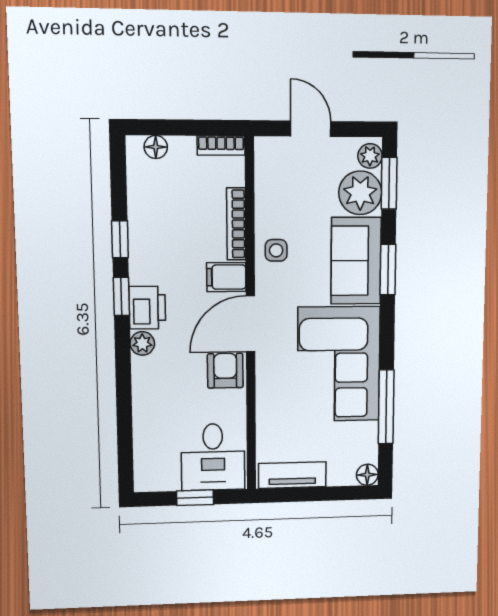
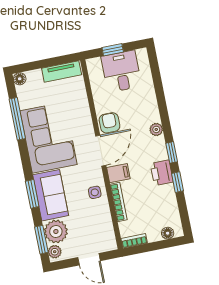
printer: (147, 308) -> (162, 173), moved
armchair: (225, 371) -> (109, 123), turned 180
desk: (213, 457) -> (121, 71), moved

